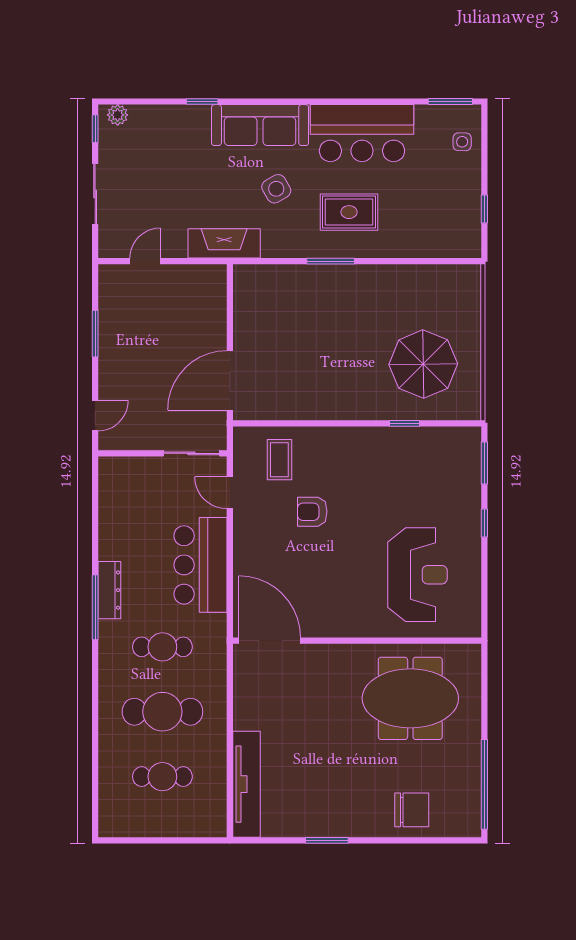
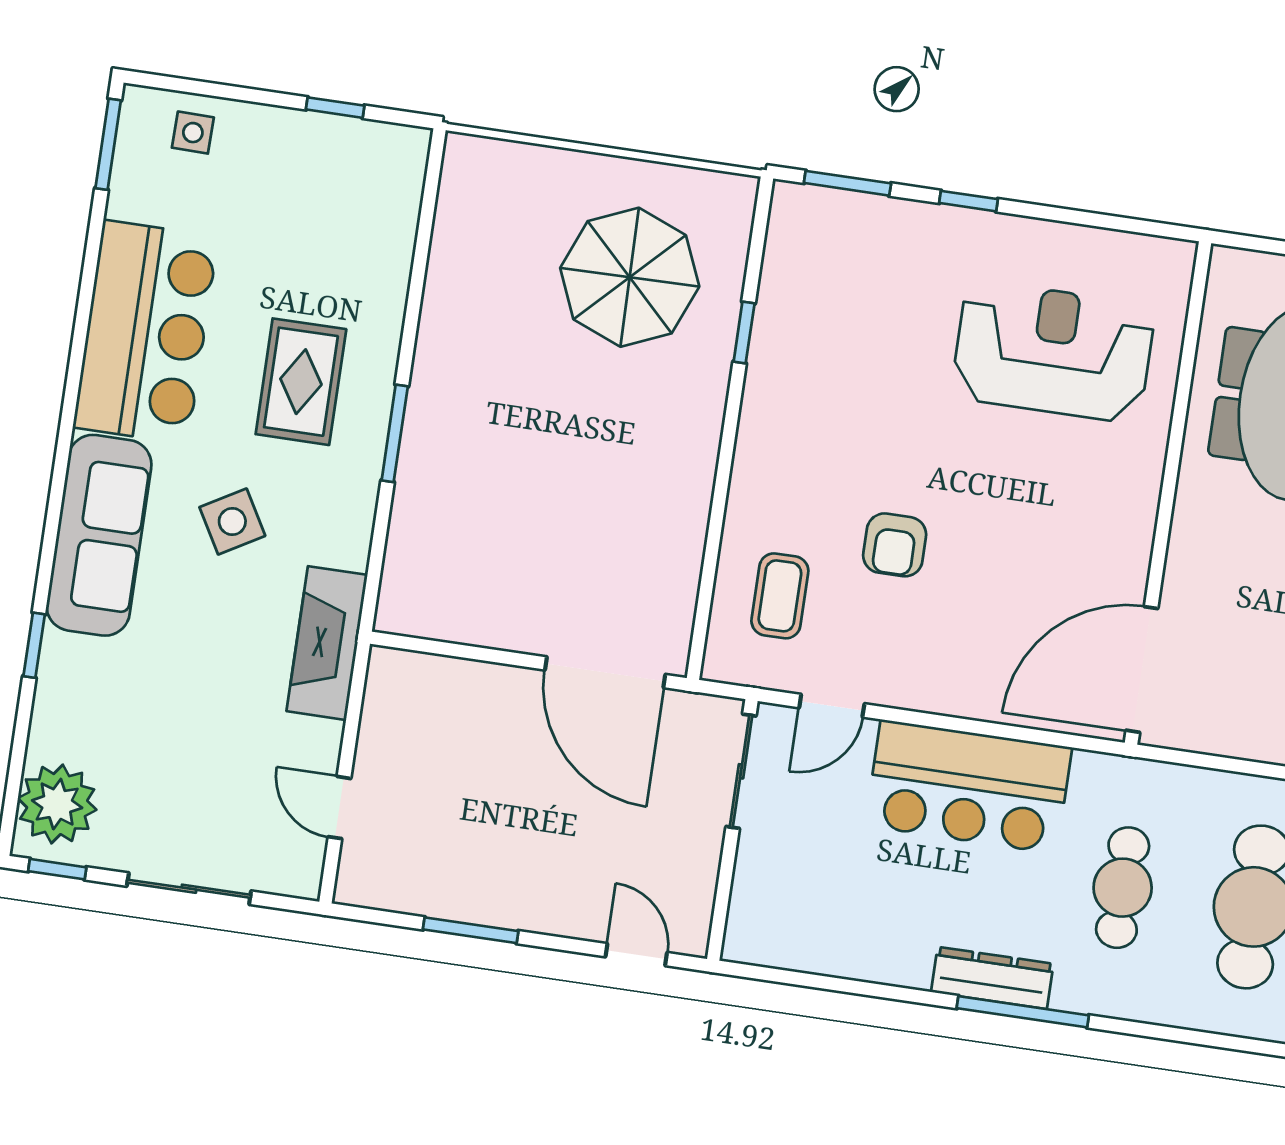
plant: (118, 115) -> (57, 804), width x1.87, depth x1.87
coffee table: (279, 460) -> (780, 596), turned 90

